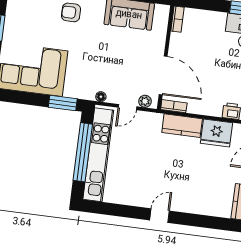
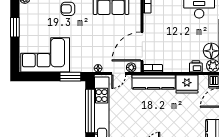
door: (163, 75) -> (142, 47), swing flipped
kitchen counter: (182, 126) -> (154, 82), width x1.50

